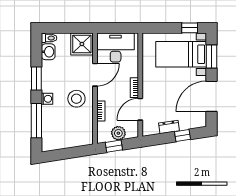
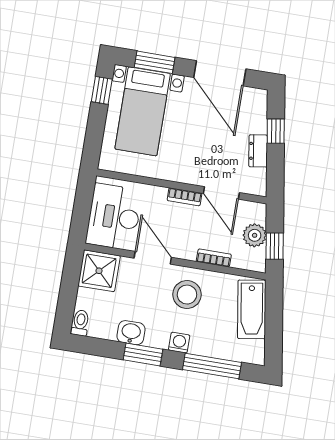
washbasin: (48, 52) -> (131, 333), moved
bathtub: (74, 139) -> (252, 309), added

